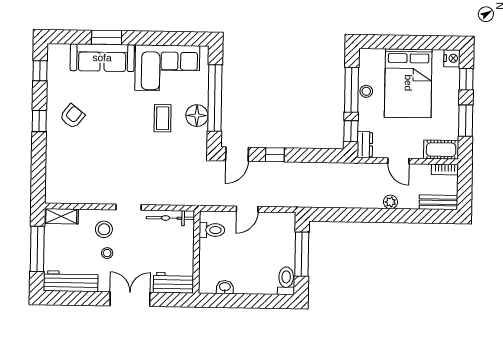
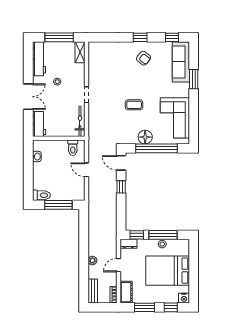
sofa: (102, 58) -> (181, 62), moved
coffee table: (163, 118) -> (134, 105), moved
stool: (104, 229) -> (72, 79), removed

